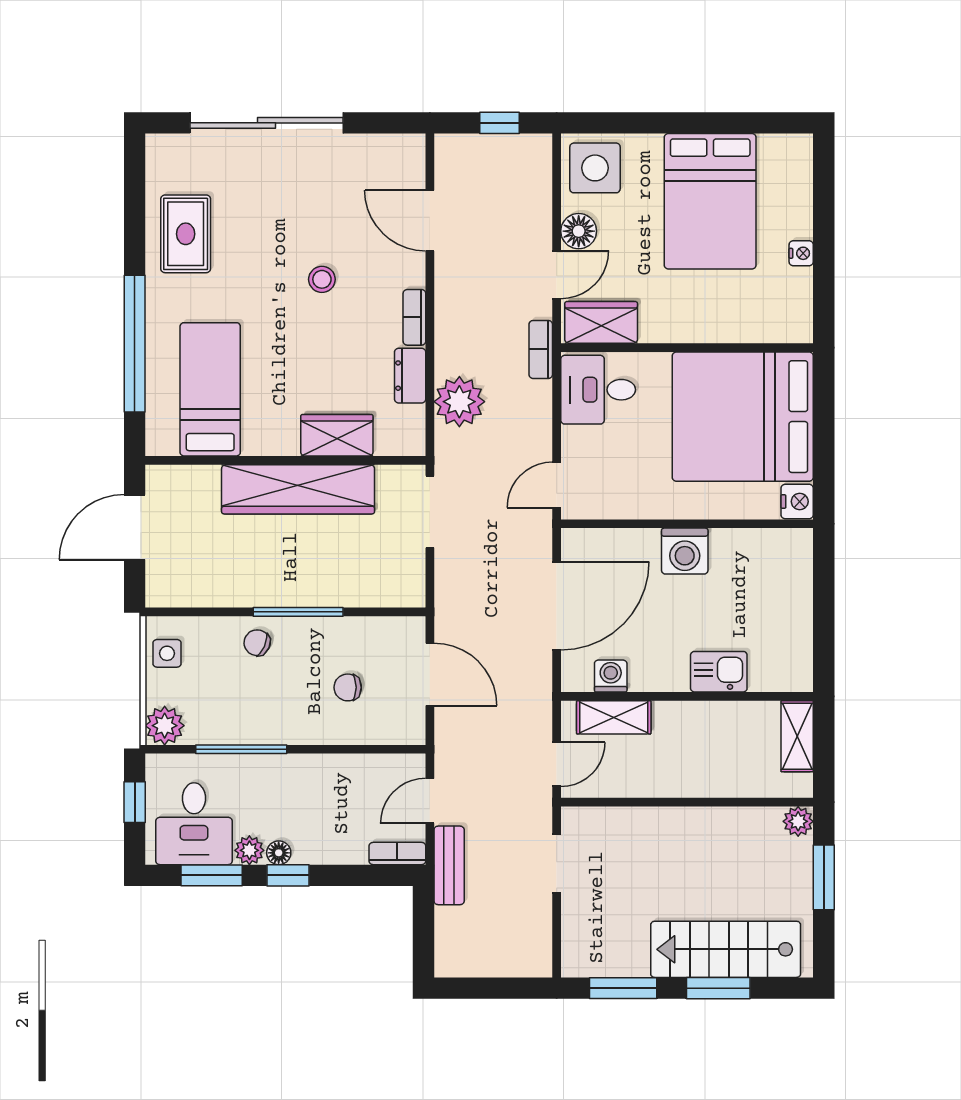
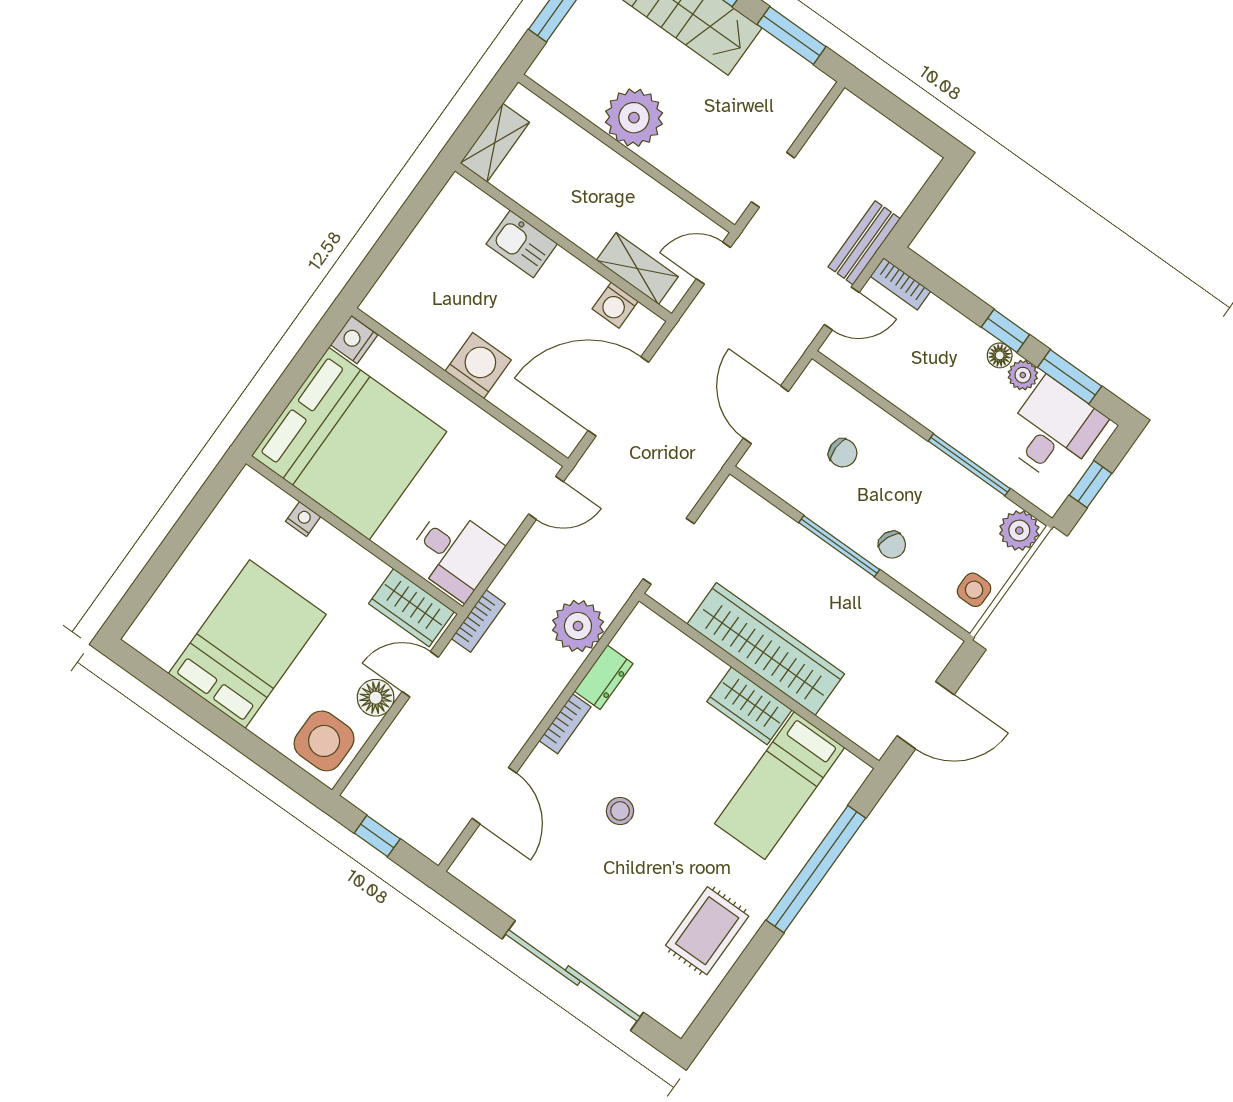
nightstand: (801, 253) -> (303, 519), moved, turned 90
wardrobe: (337, 435) -> (749, 706), moved
plant: (798, 821) -> (634, 118), moved, width x1.87, depth x1.87

